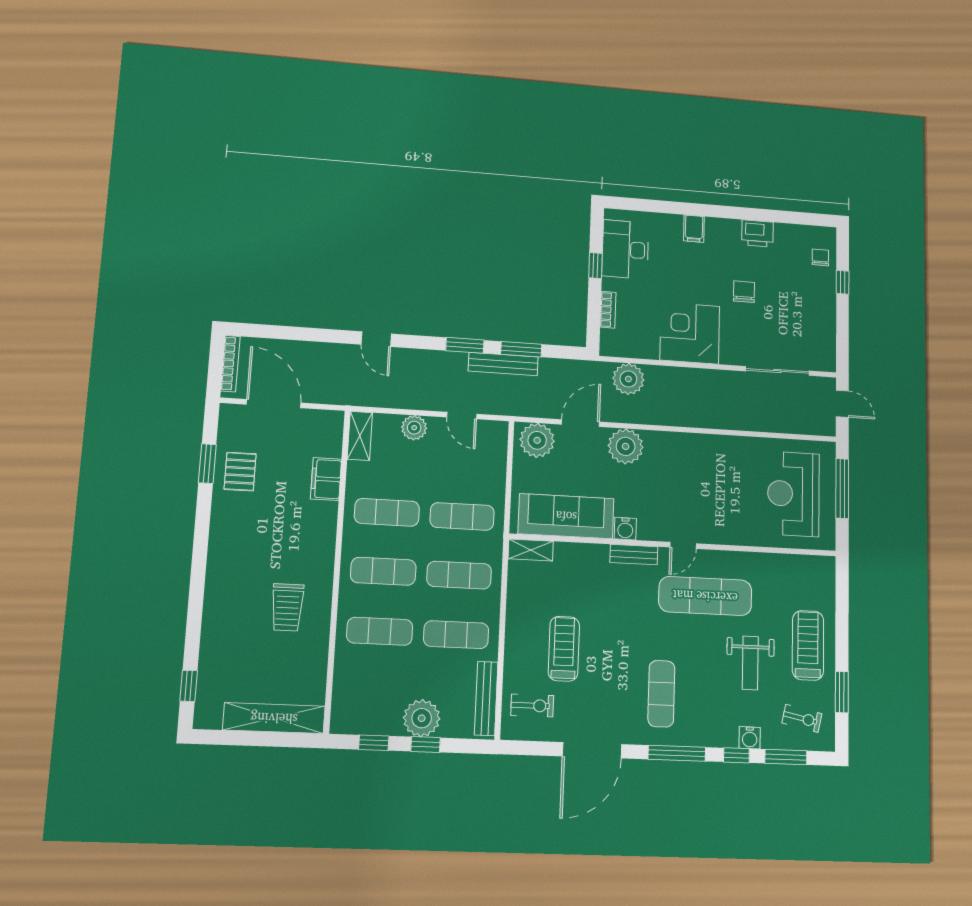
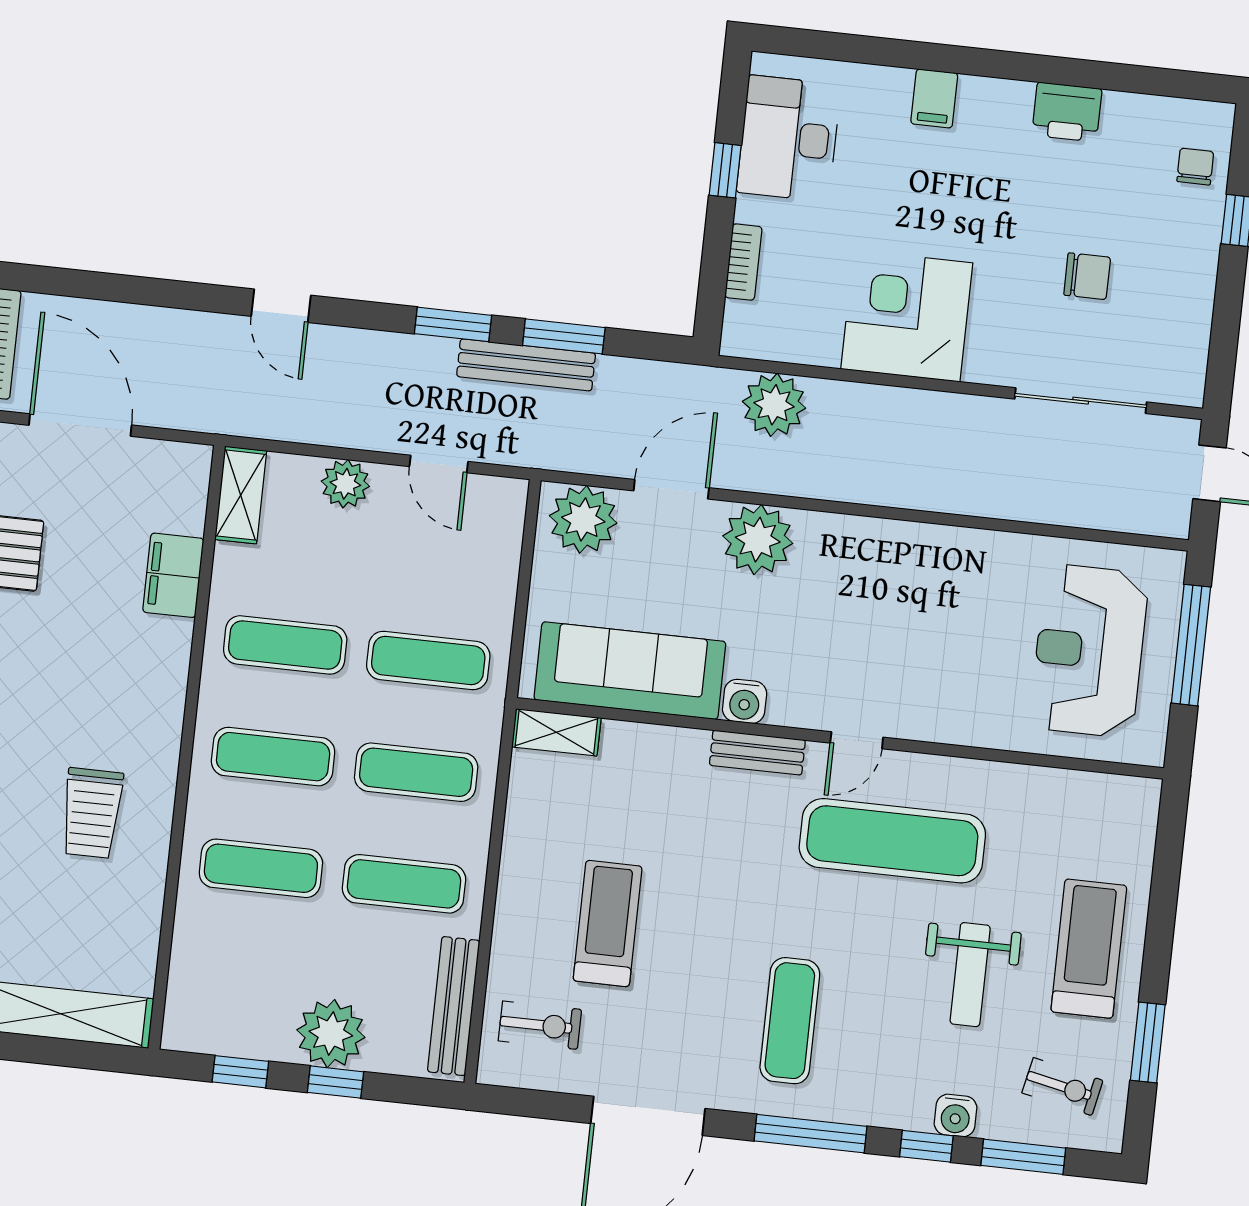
chair: (744, 292) -> (1087, 276), moved, turned 90

